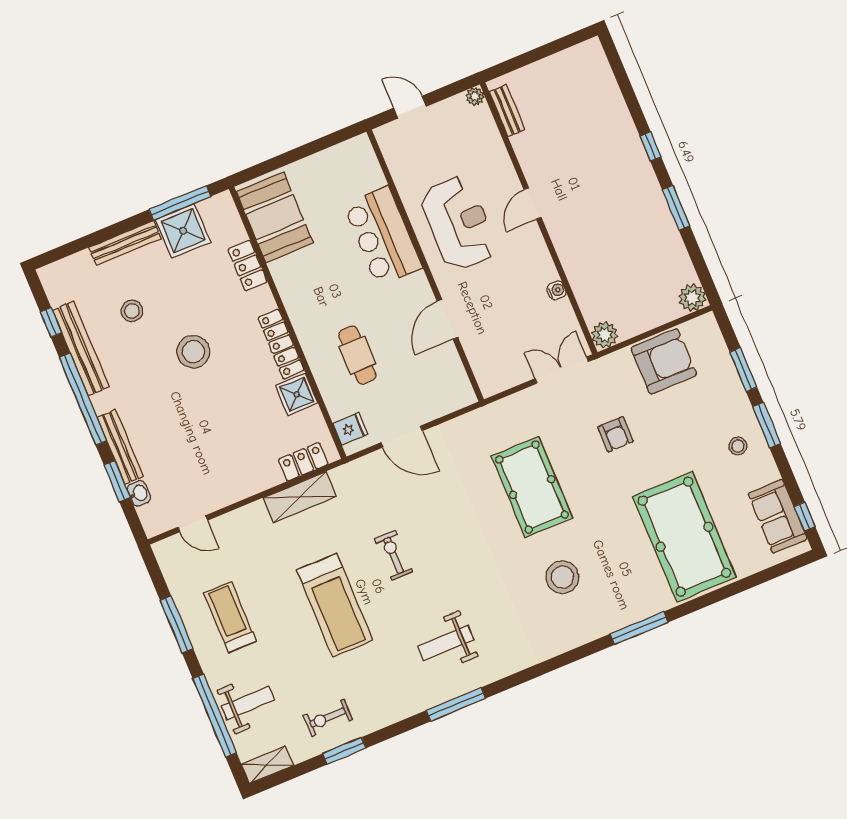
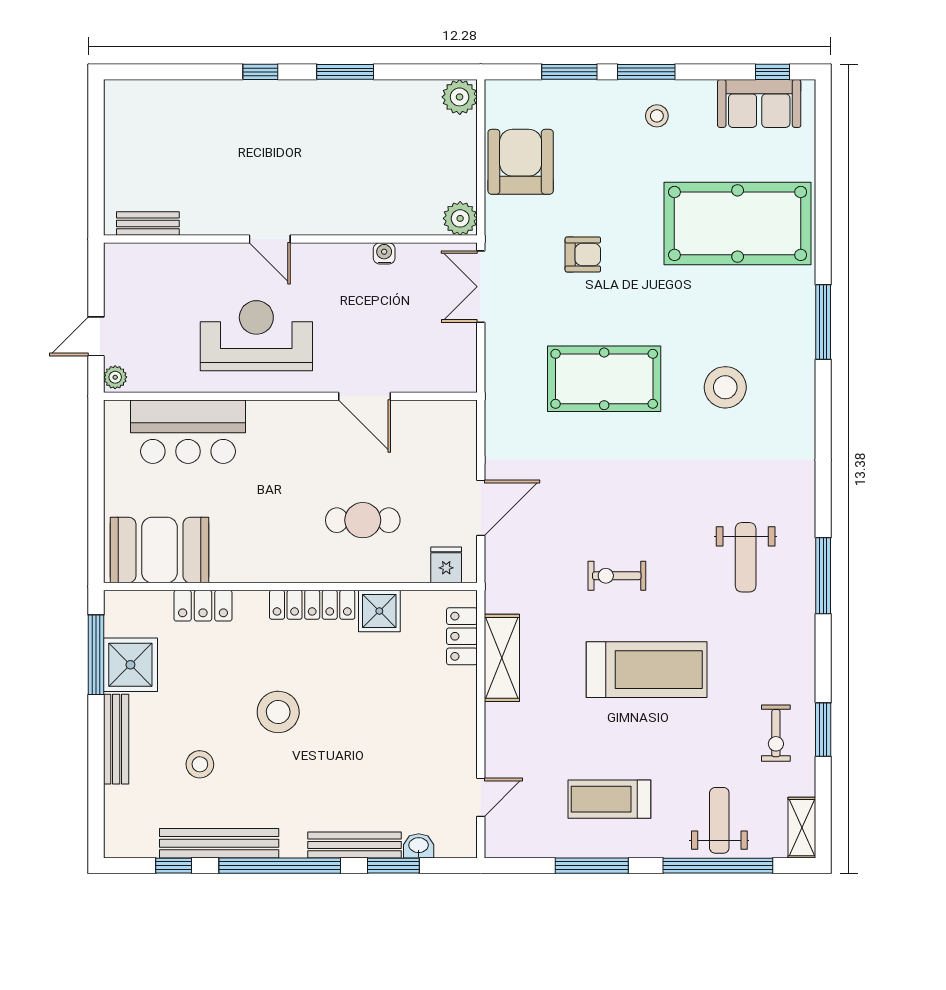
plant: (475, 96) -> (115, 377), moved
bar counter: (383, 236) -> (188, 432), moved

